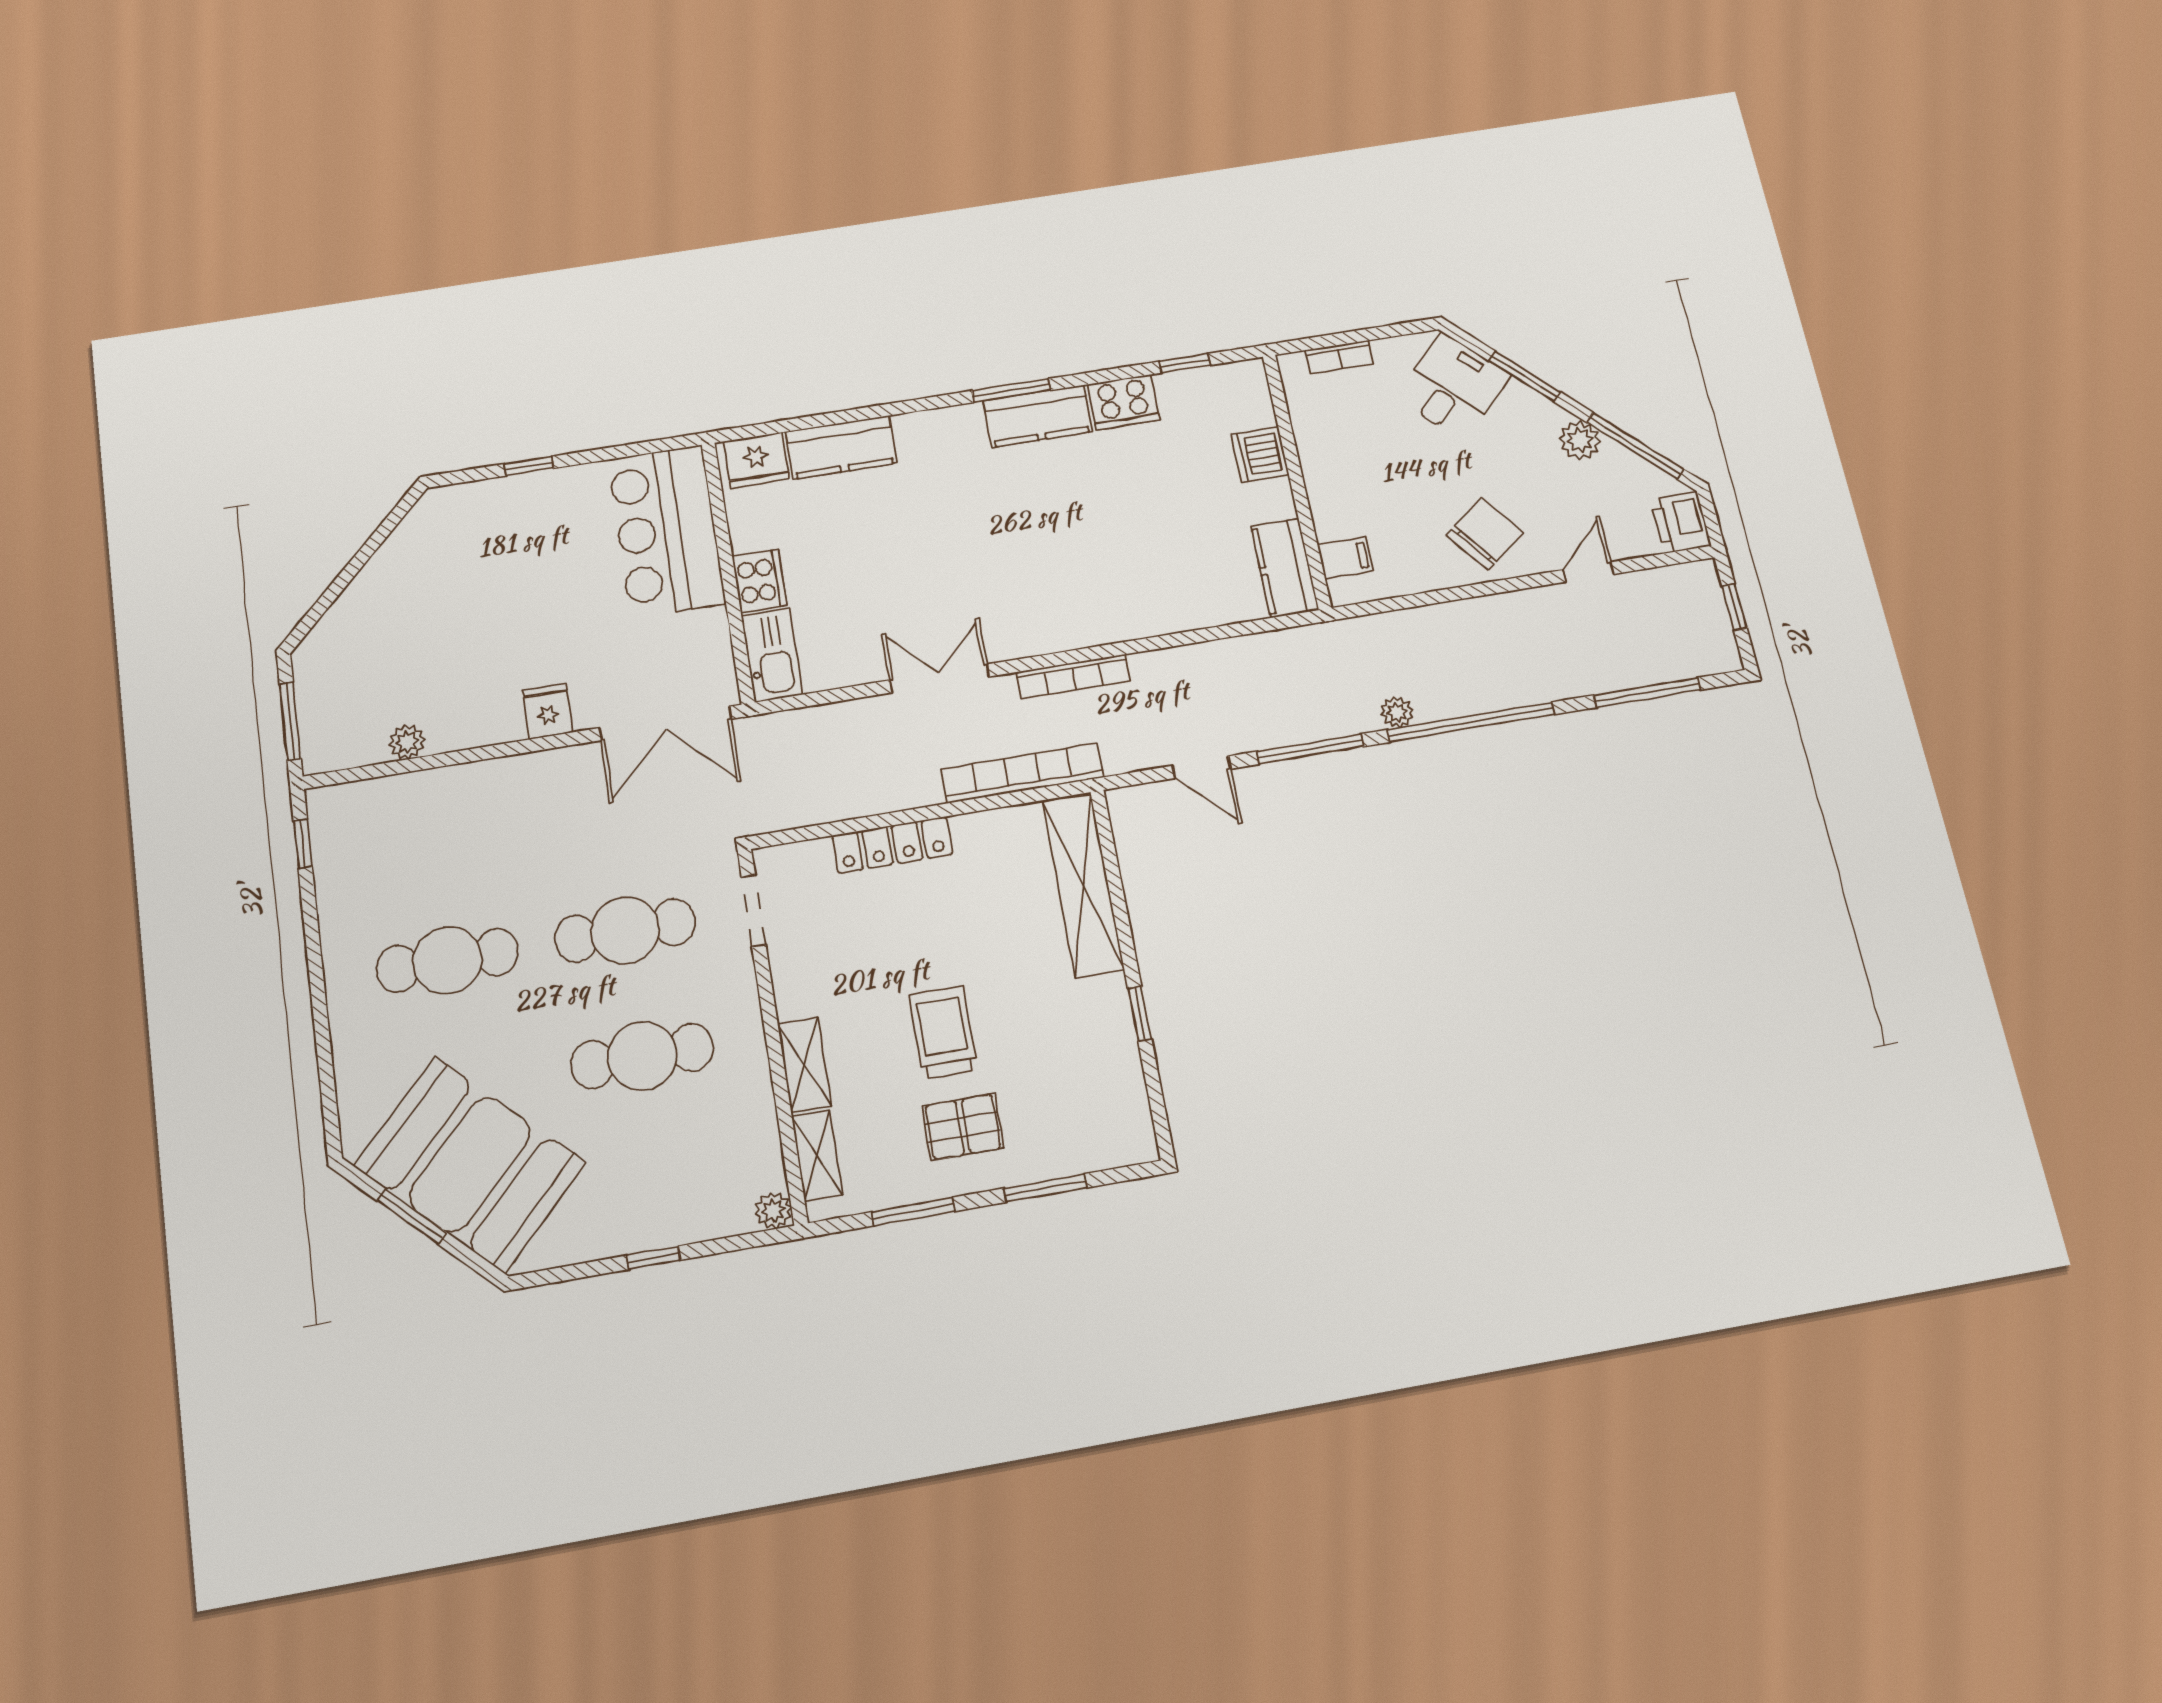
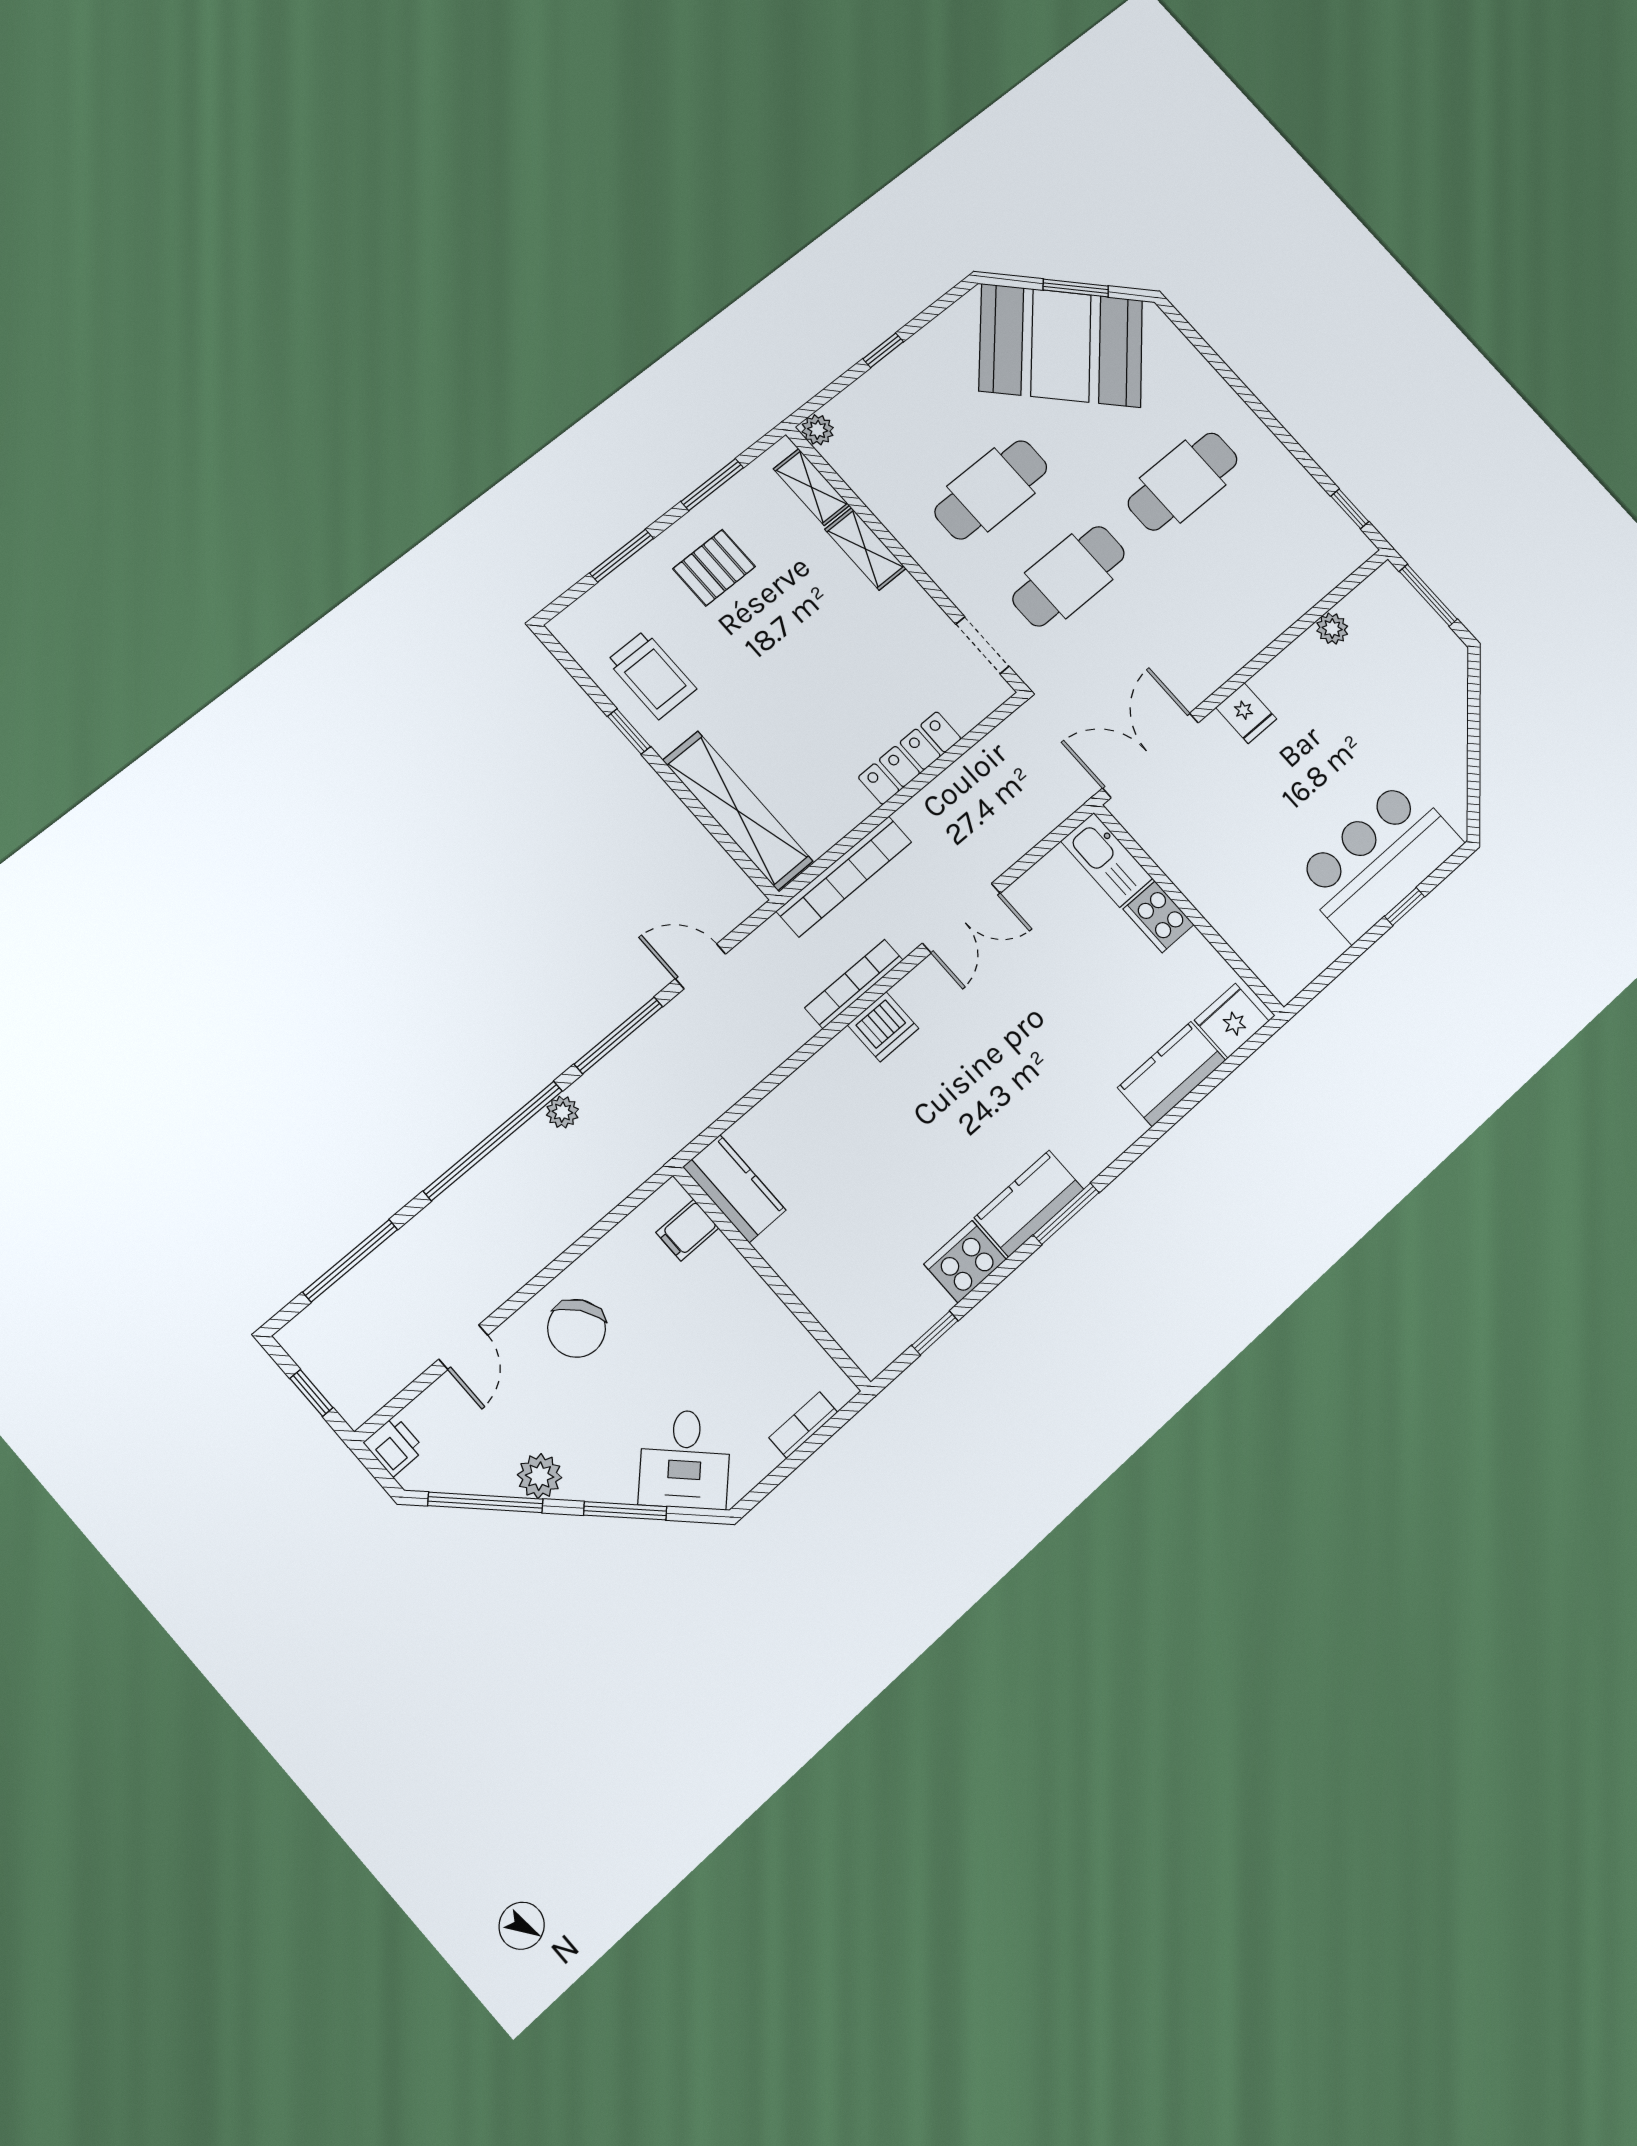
dishwasher: (1260, 454) -> (883, 1027), moved, turned 90
printer: (1681, 522) -> (394, 1446), width x0.73, depth x0.81
bar counter: (666, 531) -> (1378, 860), moved, turned -90
trolley: (943, 1032) -> (652, 675), moved

